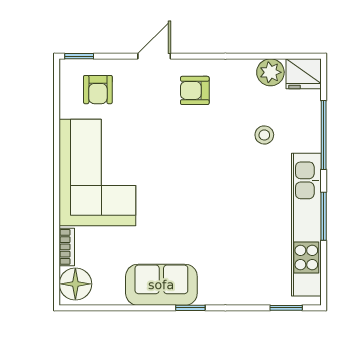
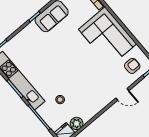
door: (154, 56) -> (122, 94), hinge flipped
armchair: (98, 90) -> (132, 66), turned 90
armchair: (195, 90) -> (98, 94), removed

